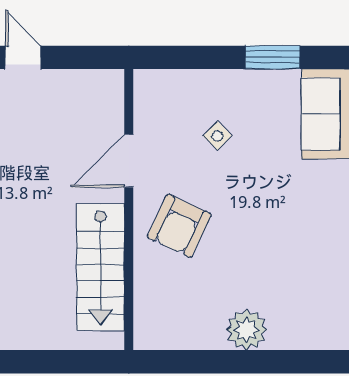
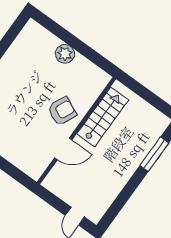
side table: (217, 136) -> (23, 134), removed

